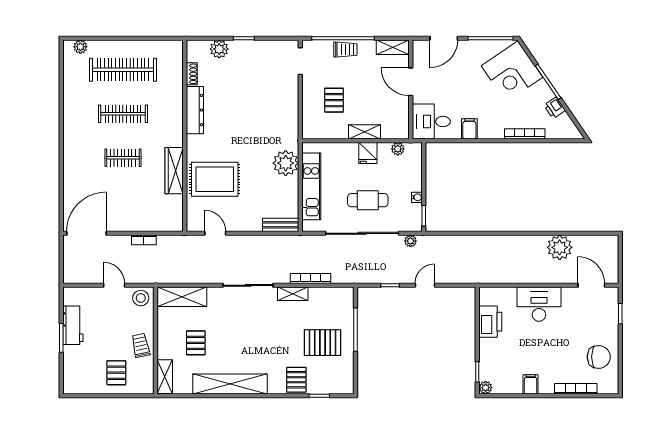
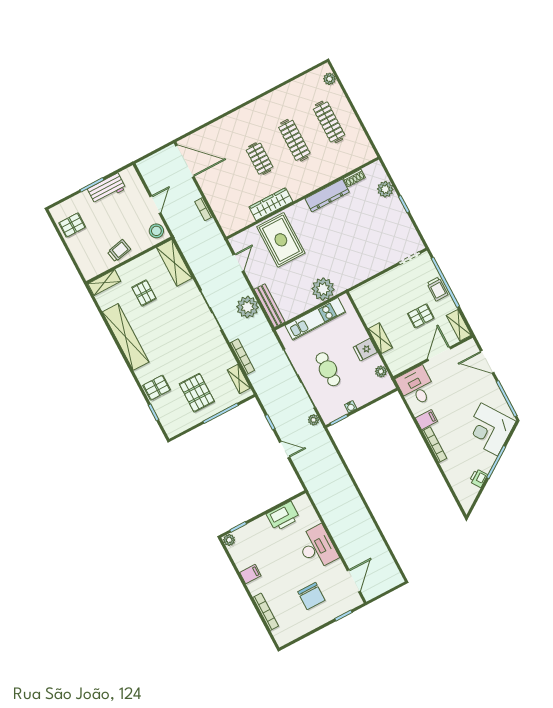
clothes rail: (123, 70) -> (329, 122), width x0.73, depth x0.76
pallet: (334, 100) -> (421, 316), moved
bookcase: (525, 134) -> (435, 445), moved
bench: (281, 225) -> (270, 306), width x1.36
plant: (560, 247) -> (248, 307), moved
shelving: (293, 294) -> (239, 379), moved
pallet: (196, 343) -> (144, 293), turned 90
chair: (599, 357) -> (311, 596), moved
pallet: (116, 373) -> (72, 225), moved

